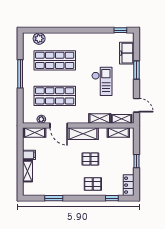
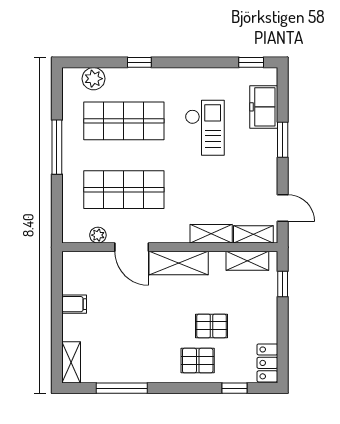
window: (63, 30) -> (139, 62), added
checkout: (102, 81) -> (205, 128), moved
shelving: (35, 132) -> (85, 261), removed
pallet: (90, 159) -> (212, 326), moved
window: (137, 161) -> (283, 284), moved
shelving: (27, 171) -> (71, 362), moved
window: (54, 198) -> (122, 388), width x1.44

